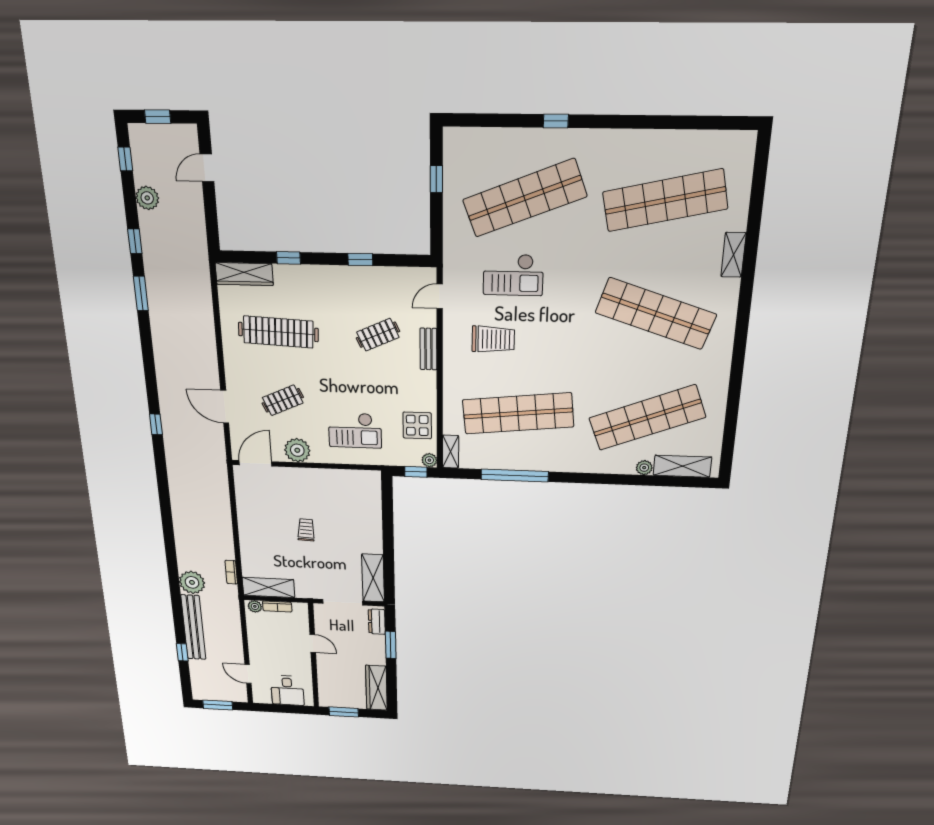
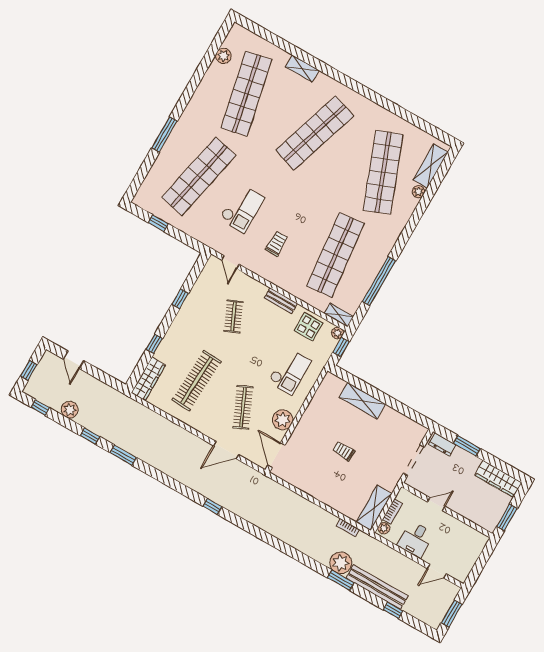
window: (556, 121) -> (164, 134), width x2.17
plant: (702, 142) -> (223, 56), added
shop shelf: (525, 198) -> (199, 176), turned 33
trolley: (493, 339) -> (277, 244), width x0.73, depth x0.72
bench: (428, 349) -> (281, 301), moved
clothes rail: (283, 400) -> (243, 407), width x1.36
shelving: (373, 578) -> (362, 401), moved
window: (175, 591) -> (341, 580), added
desk: (287, 690) -> (416, 539), moved, turned 90

